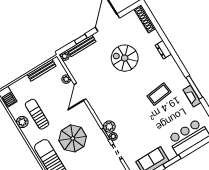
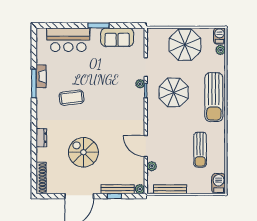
spiral stairs: (125, 58) -> (83, 152), turned 180
door: (80, 92) -> (146, 146), swing flipped
plant: (22, 122) -> (219, 151), removed
plant: (109, 127) -> (138, 96), removed
parasol: (73, 138) -> (174, 92), moved

